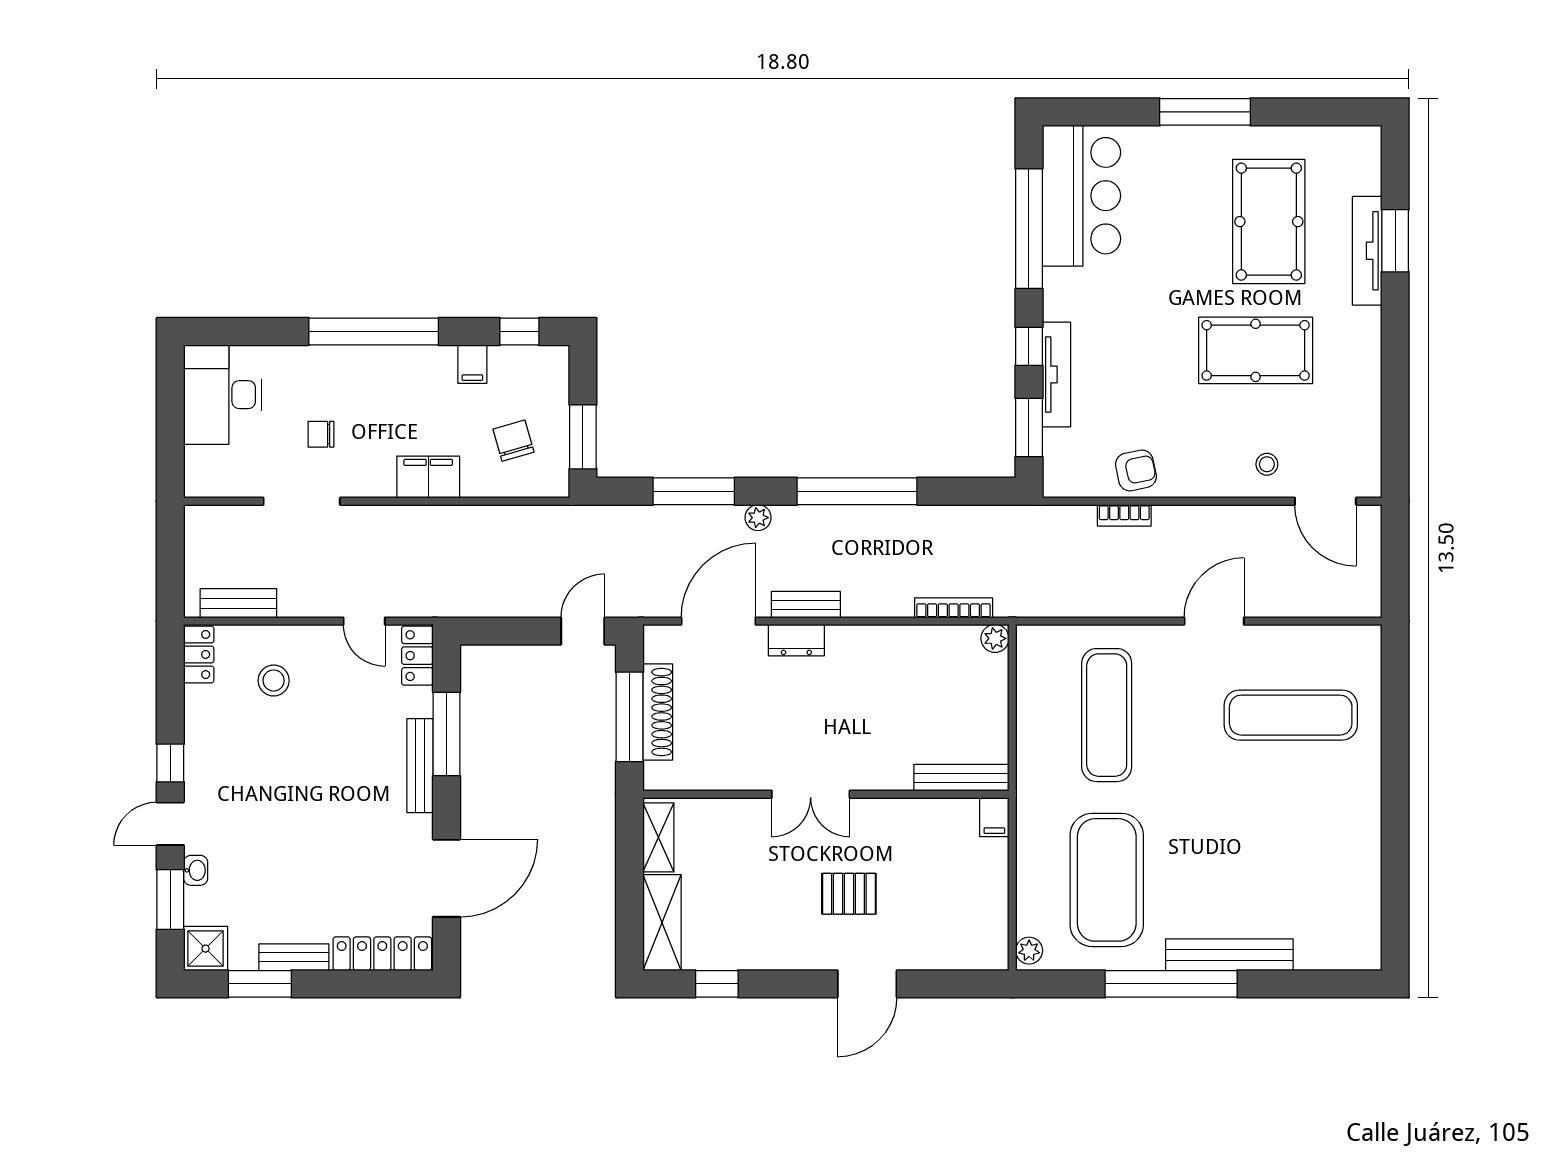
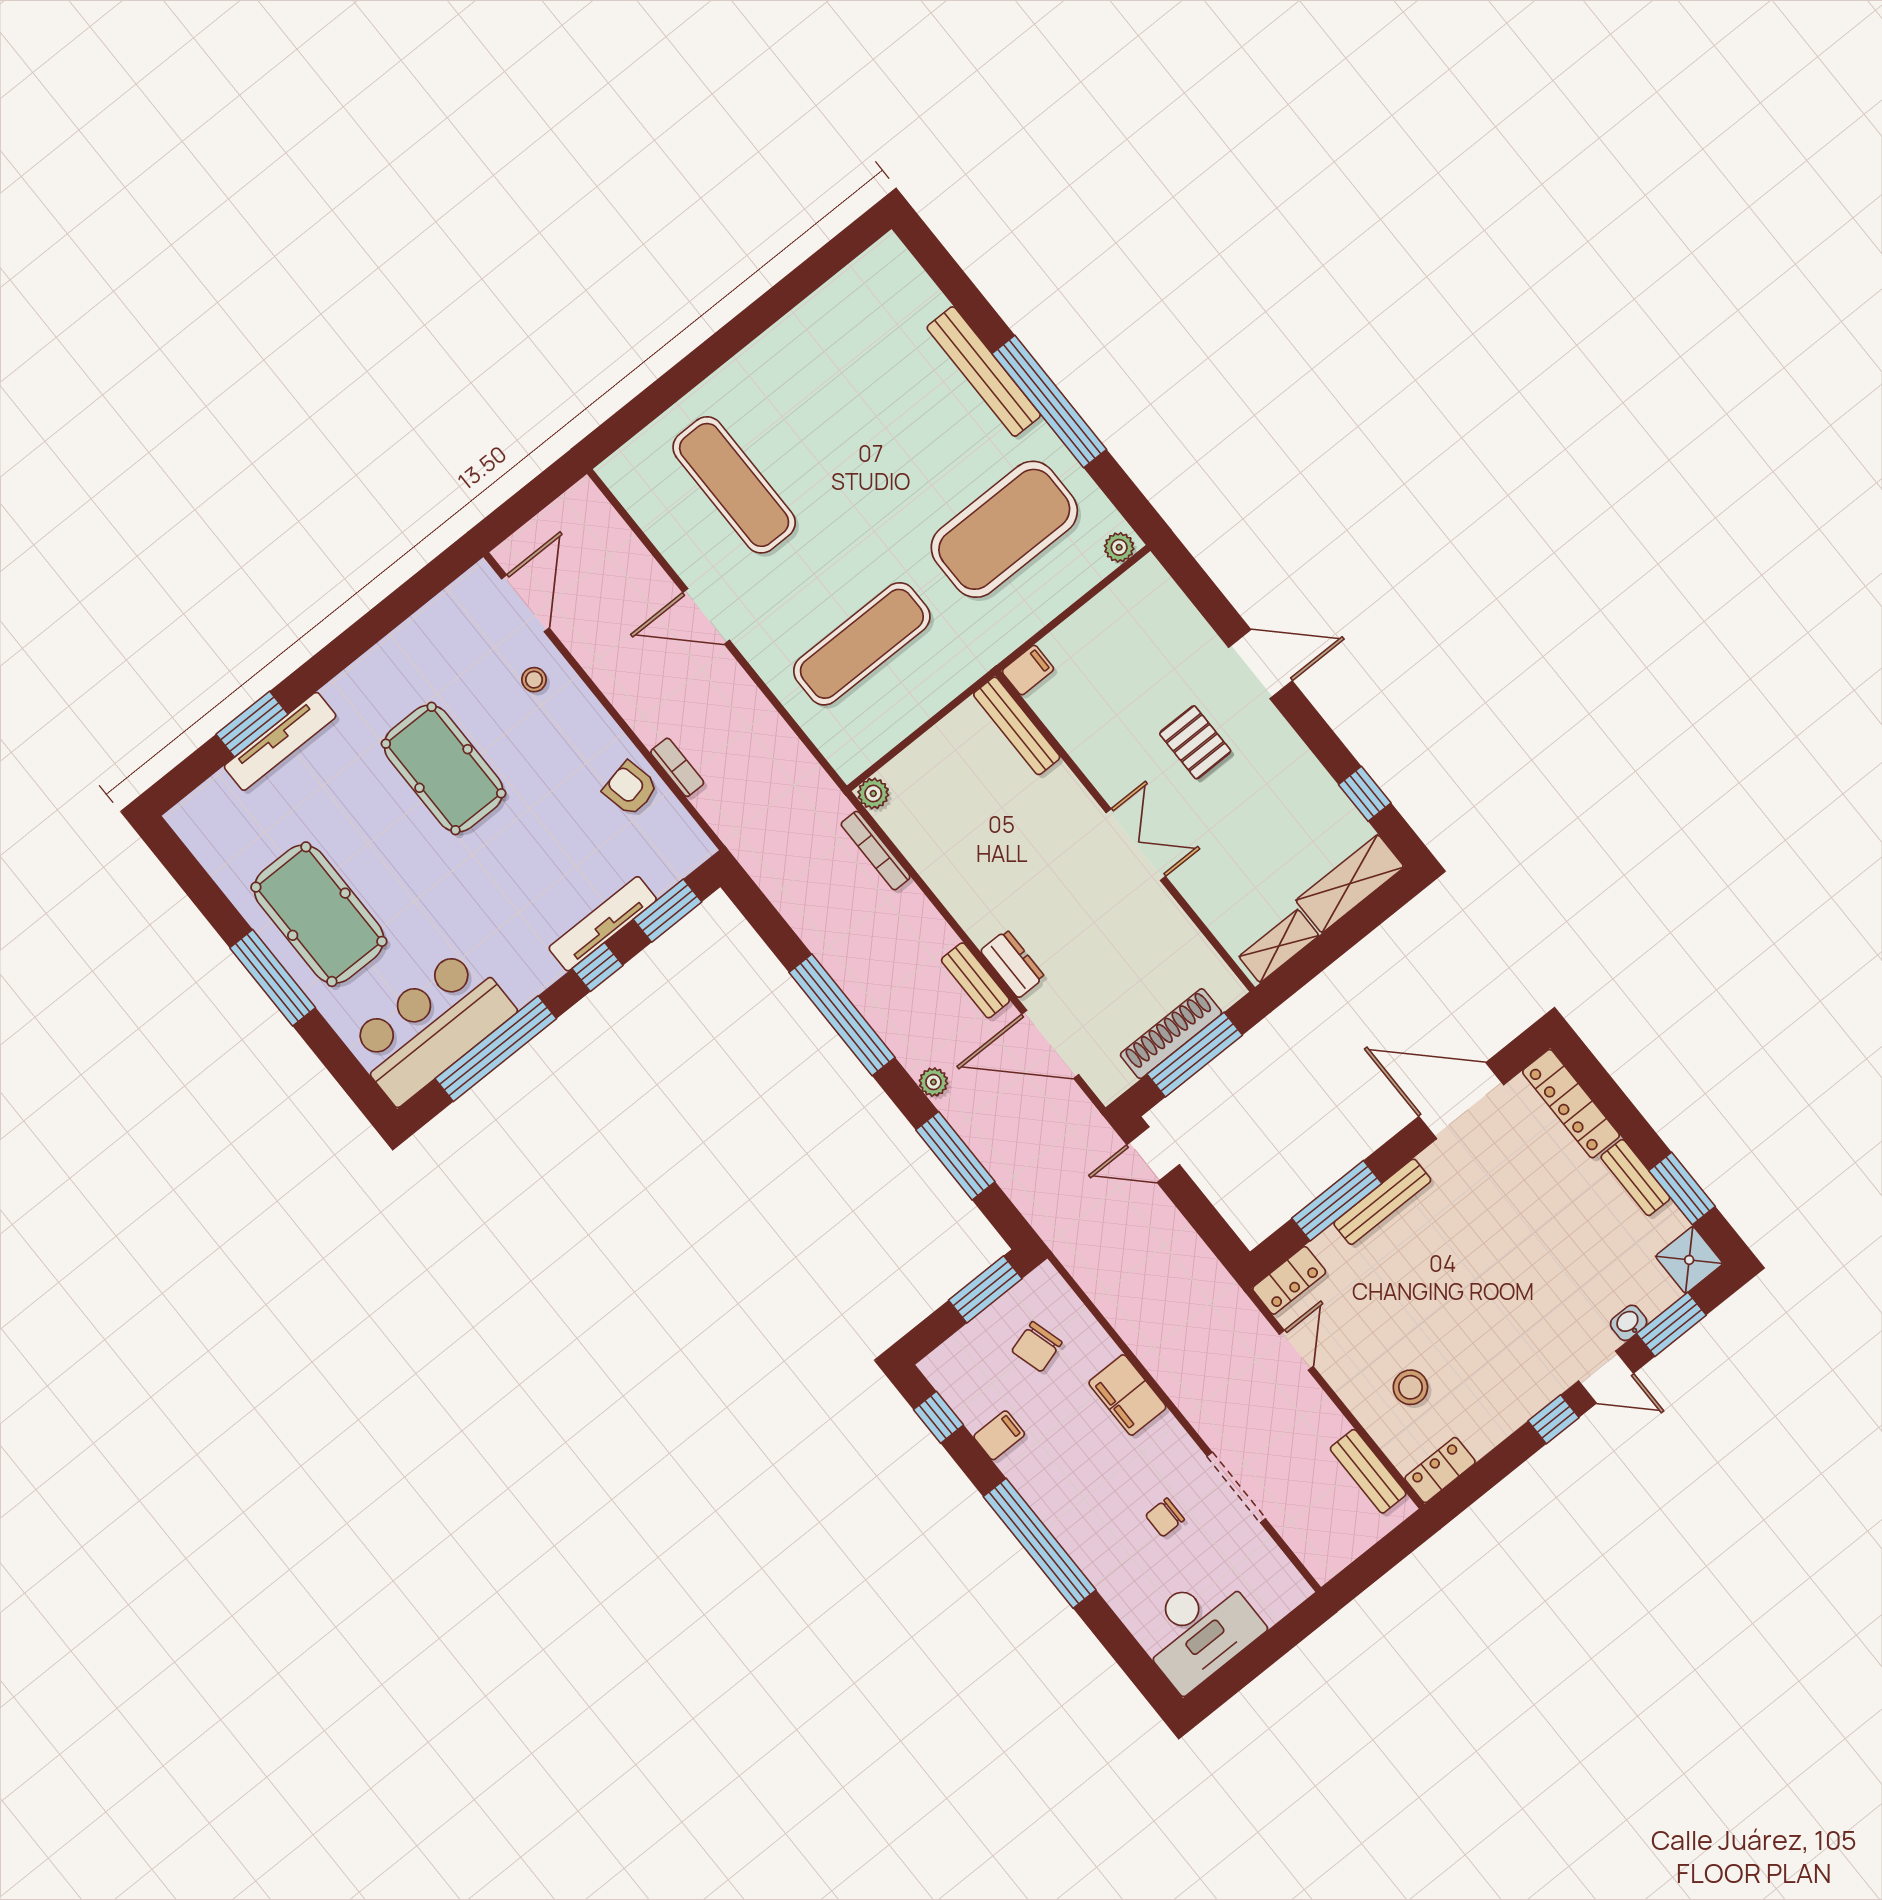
pool table: (1269, 222) -> (319, 914), moved, turned 90
chair: (321, 434) -> (1165, 1517), turned 90

